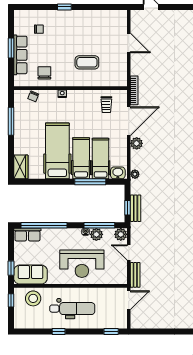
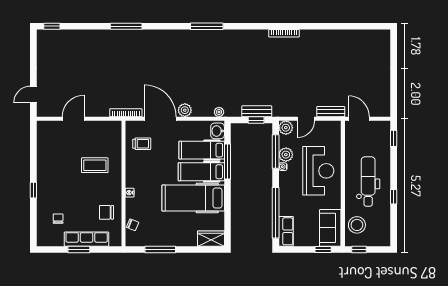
coffee table: (87, 62) -> (95, 165), turned 90

